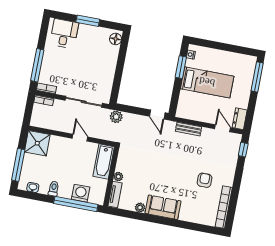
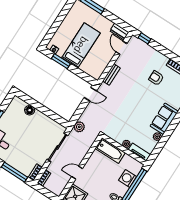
floor lamp: (116, 39) -> (30, 110), moved
door: (223, 128) -> (121, 48), hinge flipped
door: (80, 138) -> (77, 173), moved

